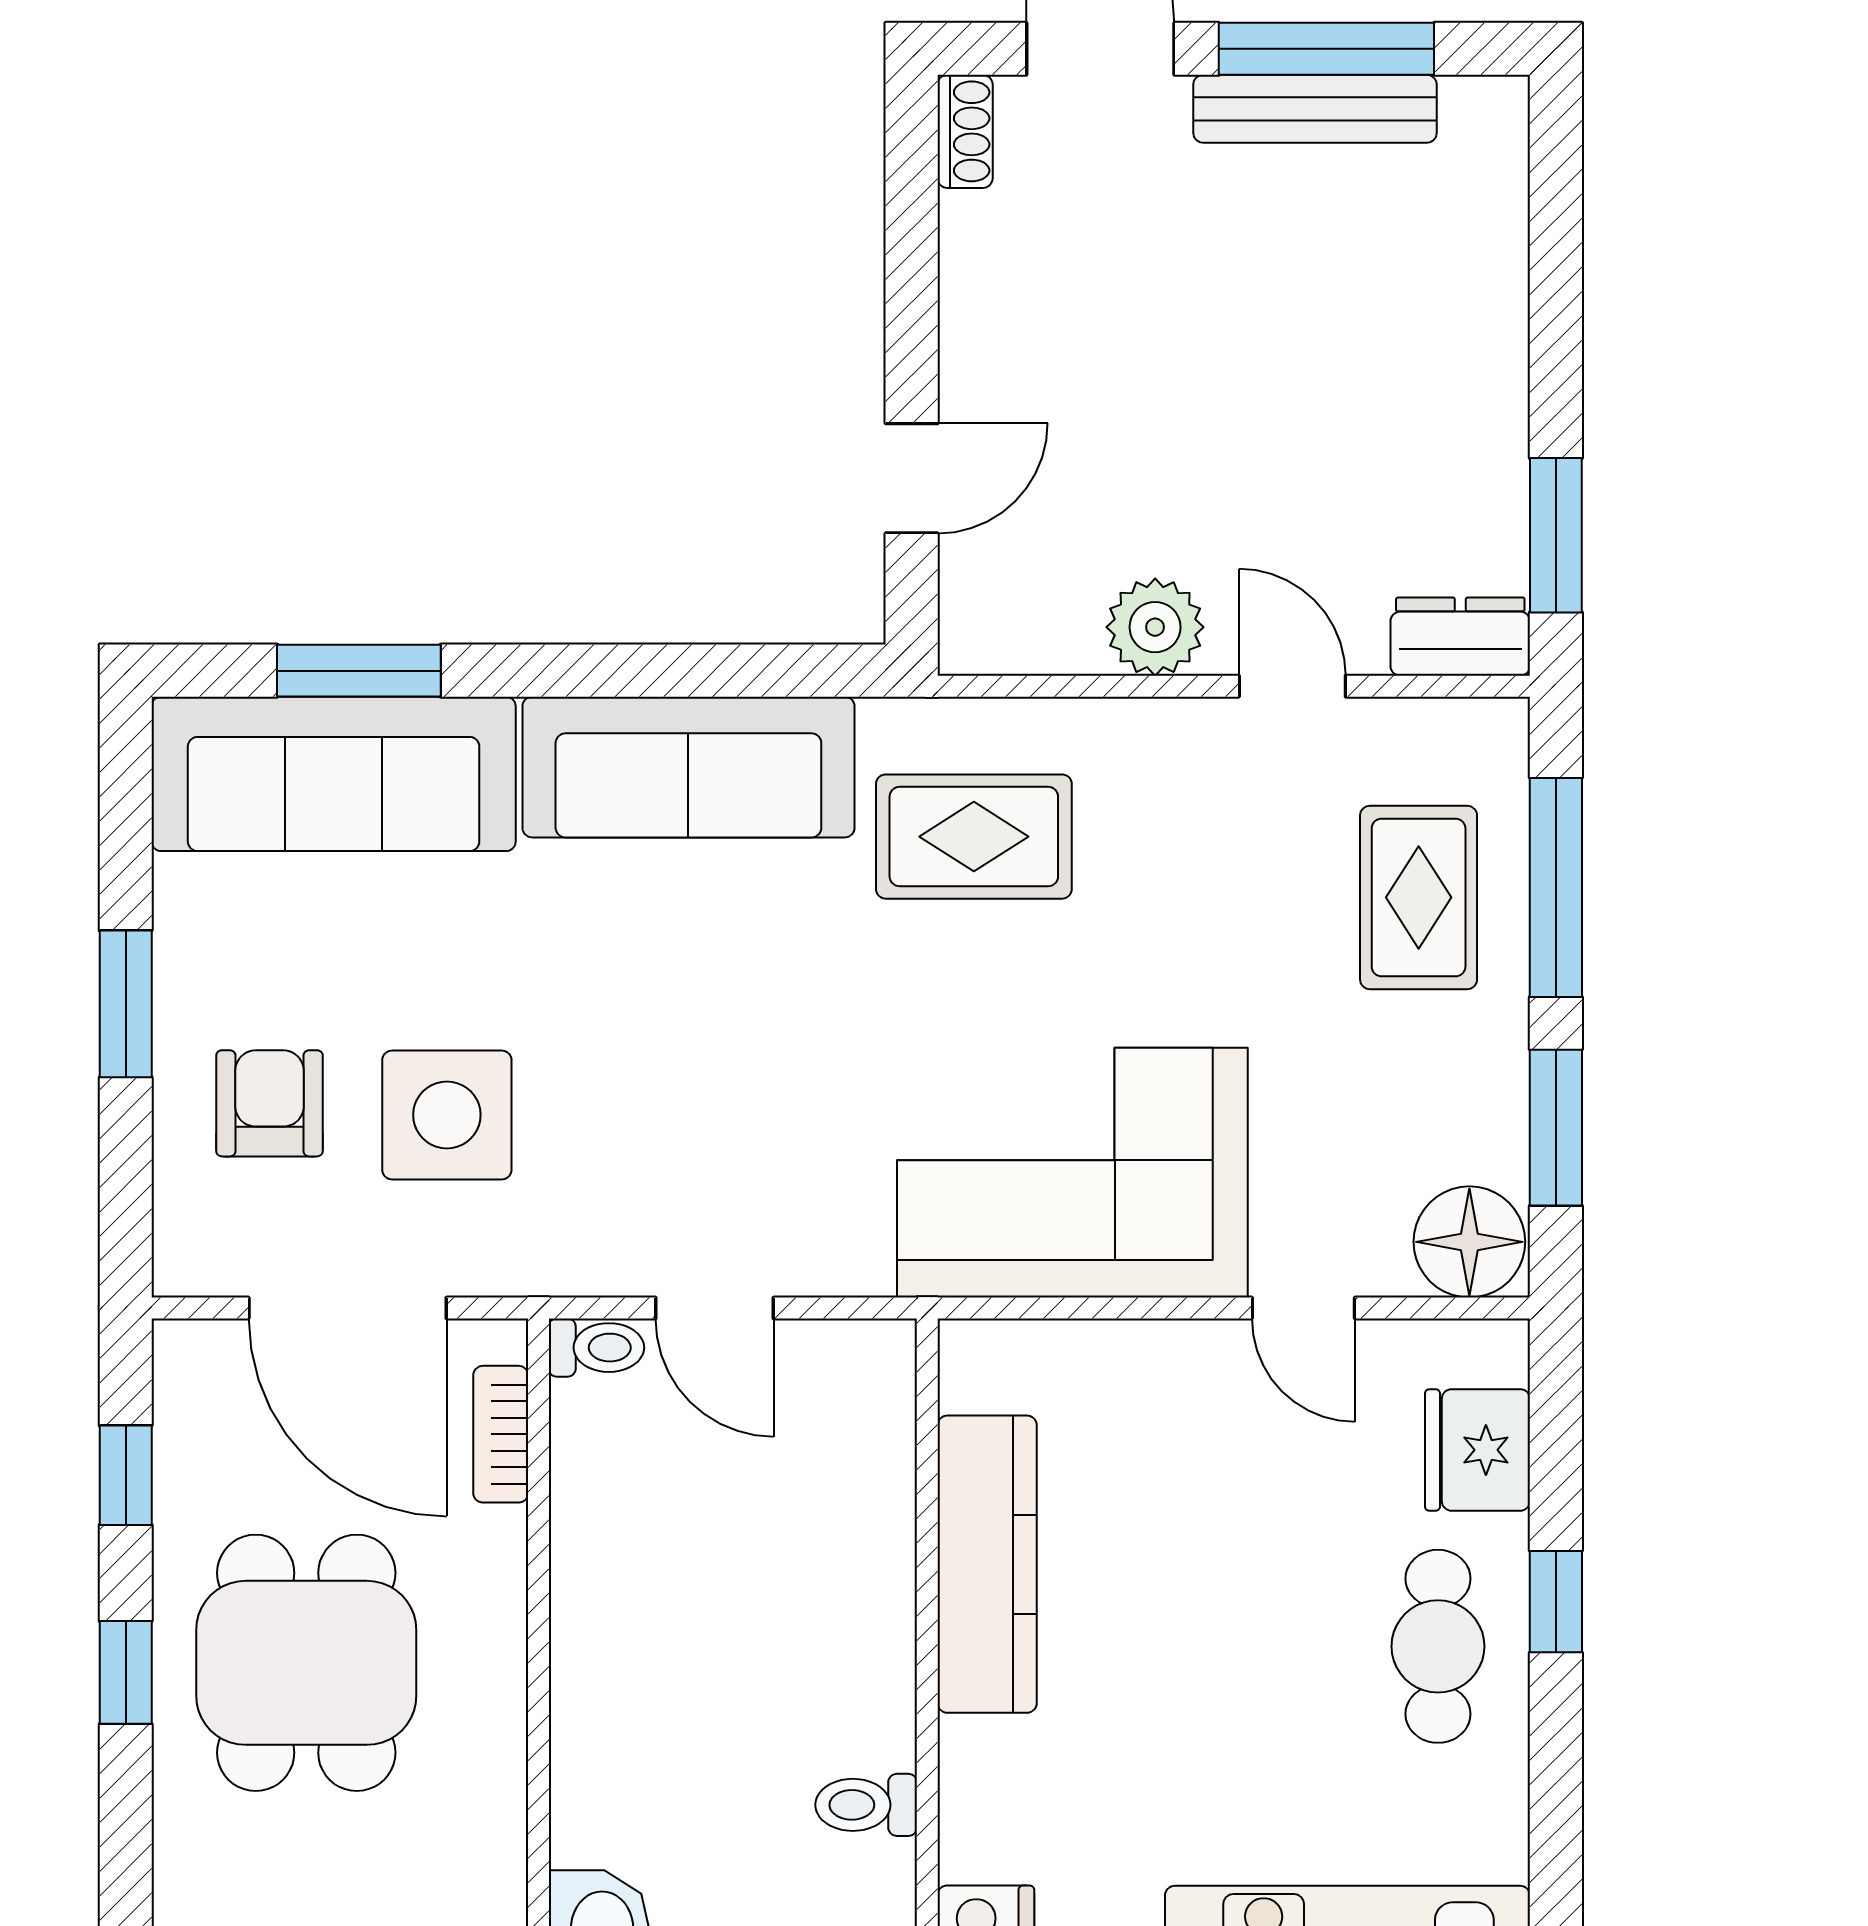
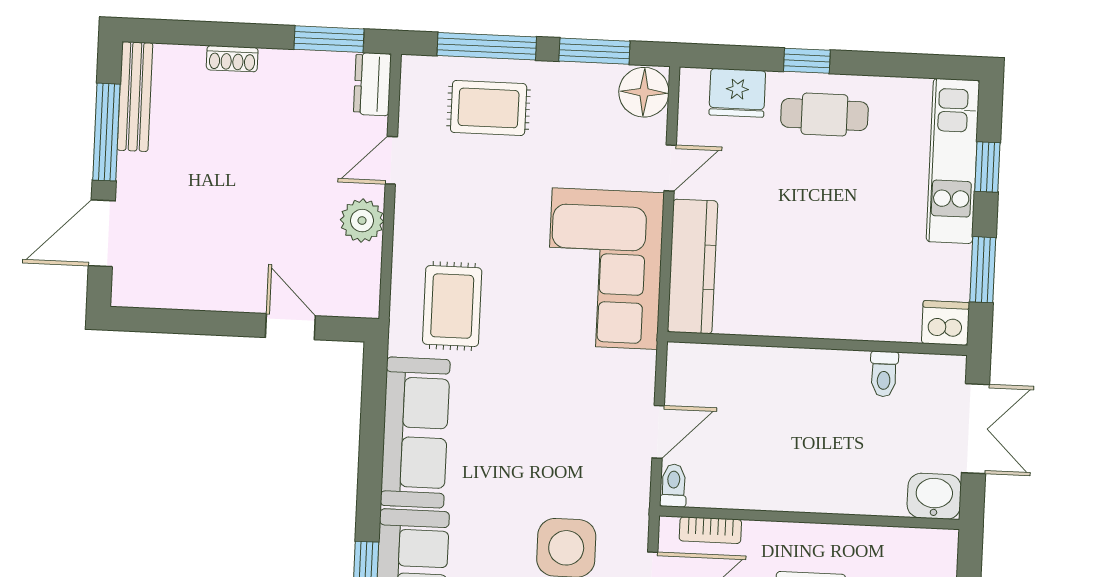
bench: (1315, 109) -> (135, 96), moved
shoe rack: (965, 131) -> (232, 59), moved, turned 180
kitchen counter: (987, 1564) -> (693, 266), moved, turned 90

